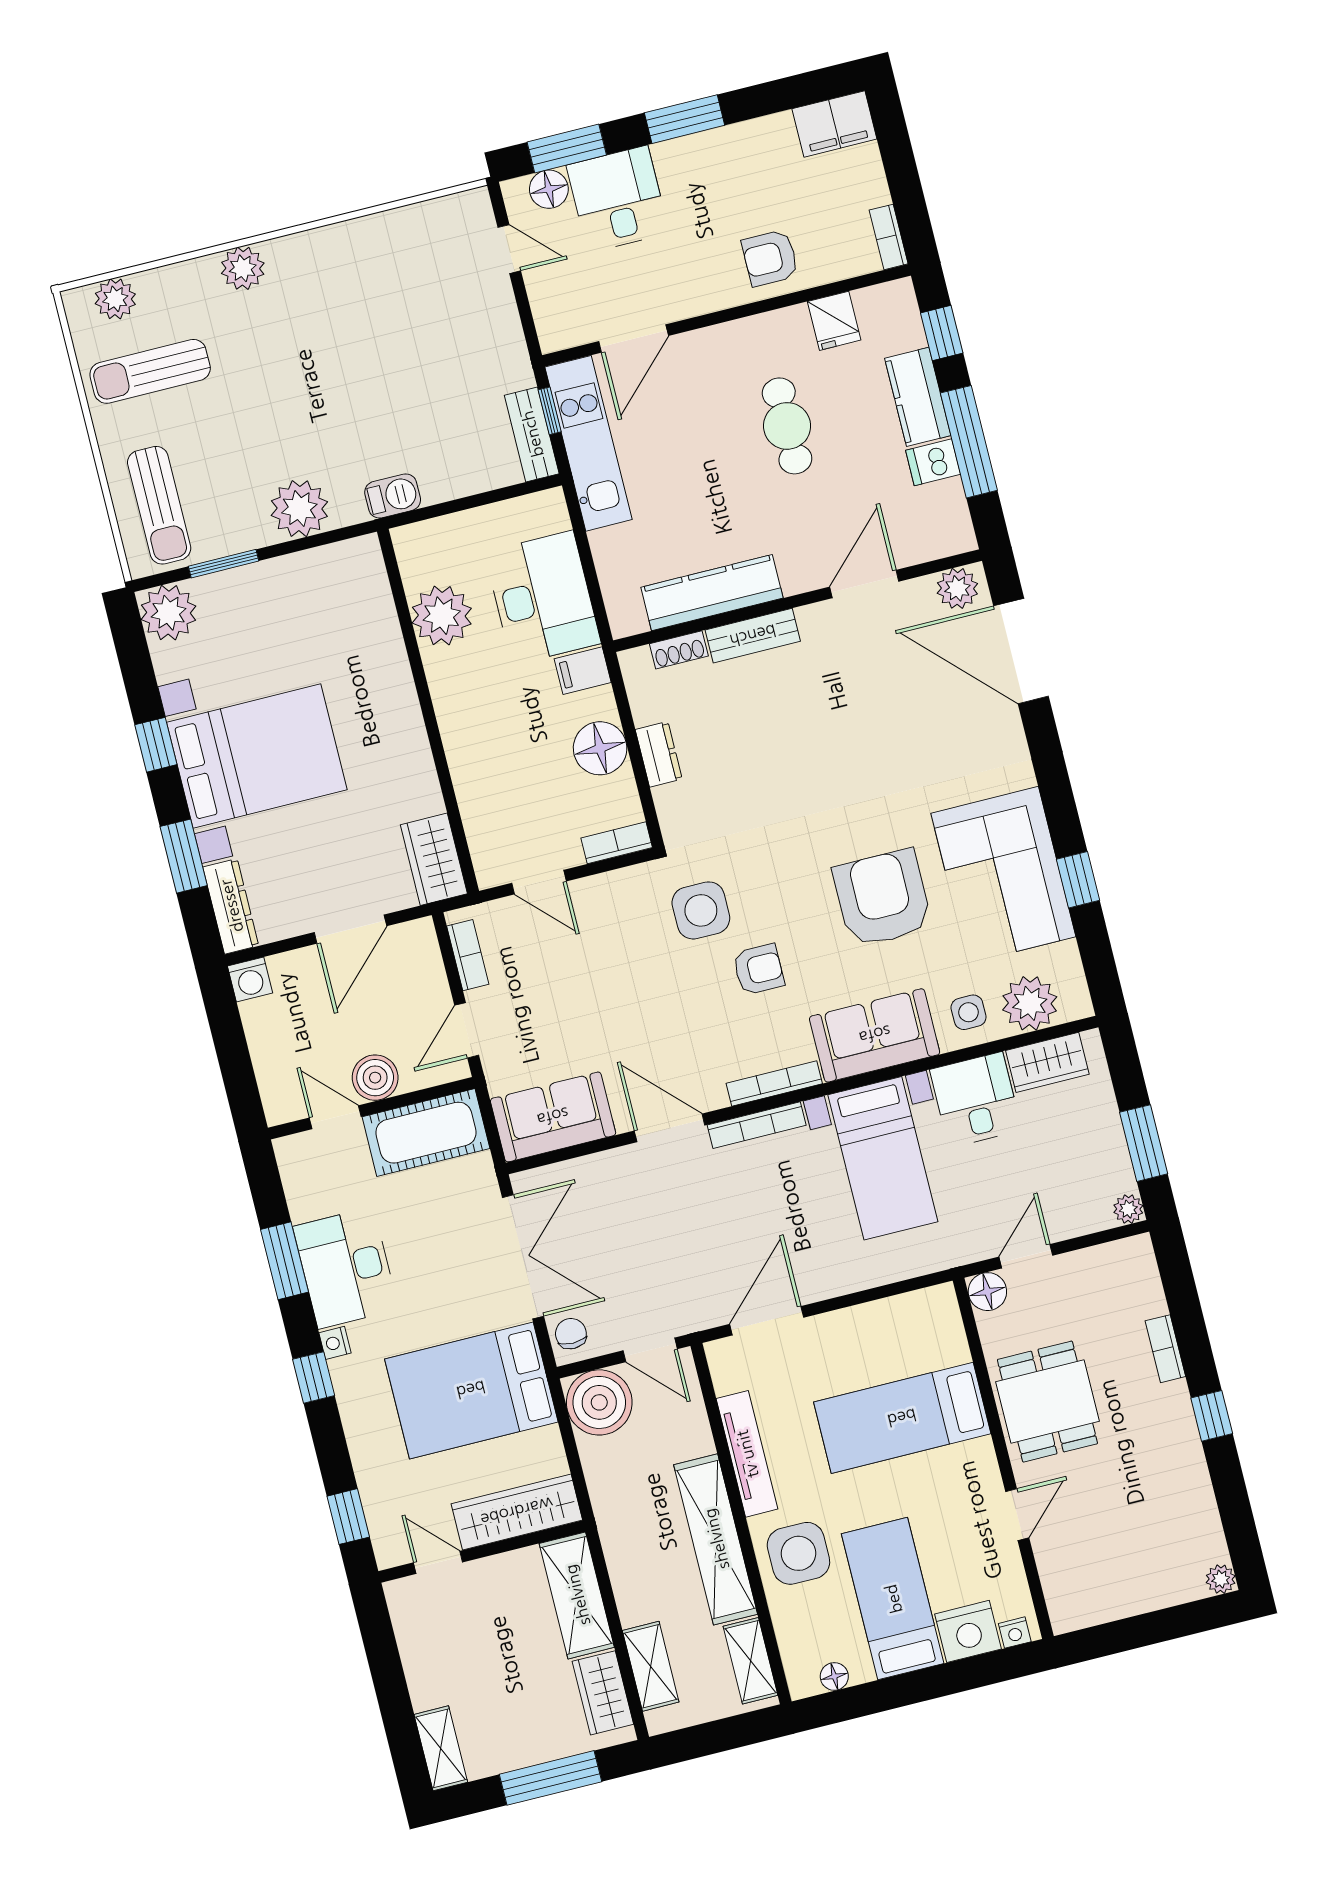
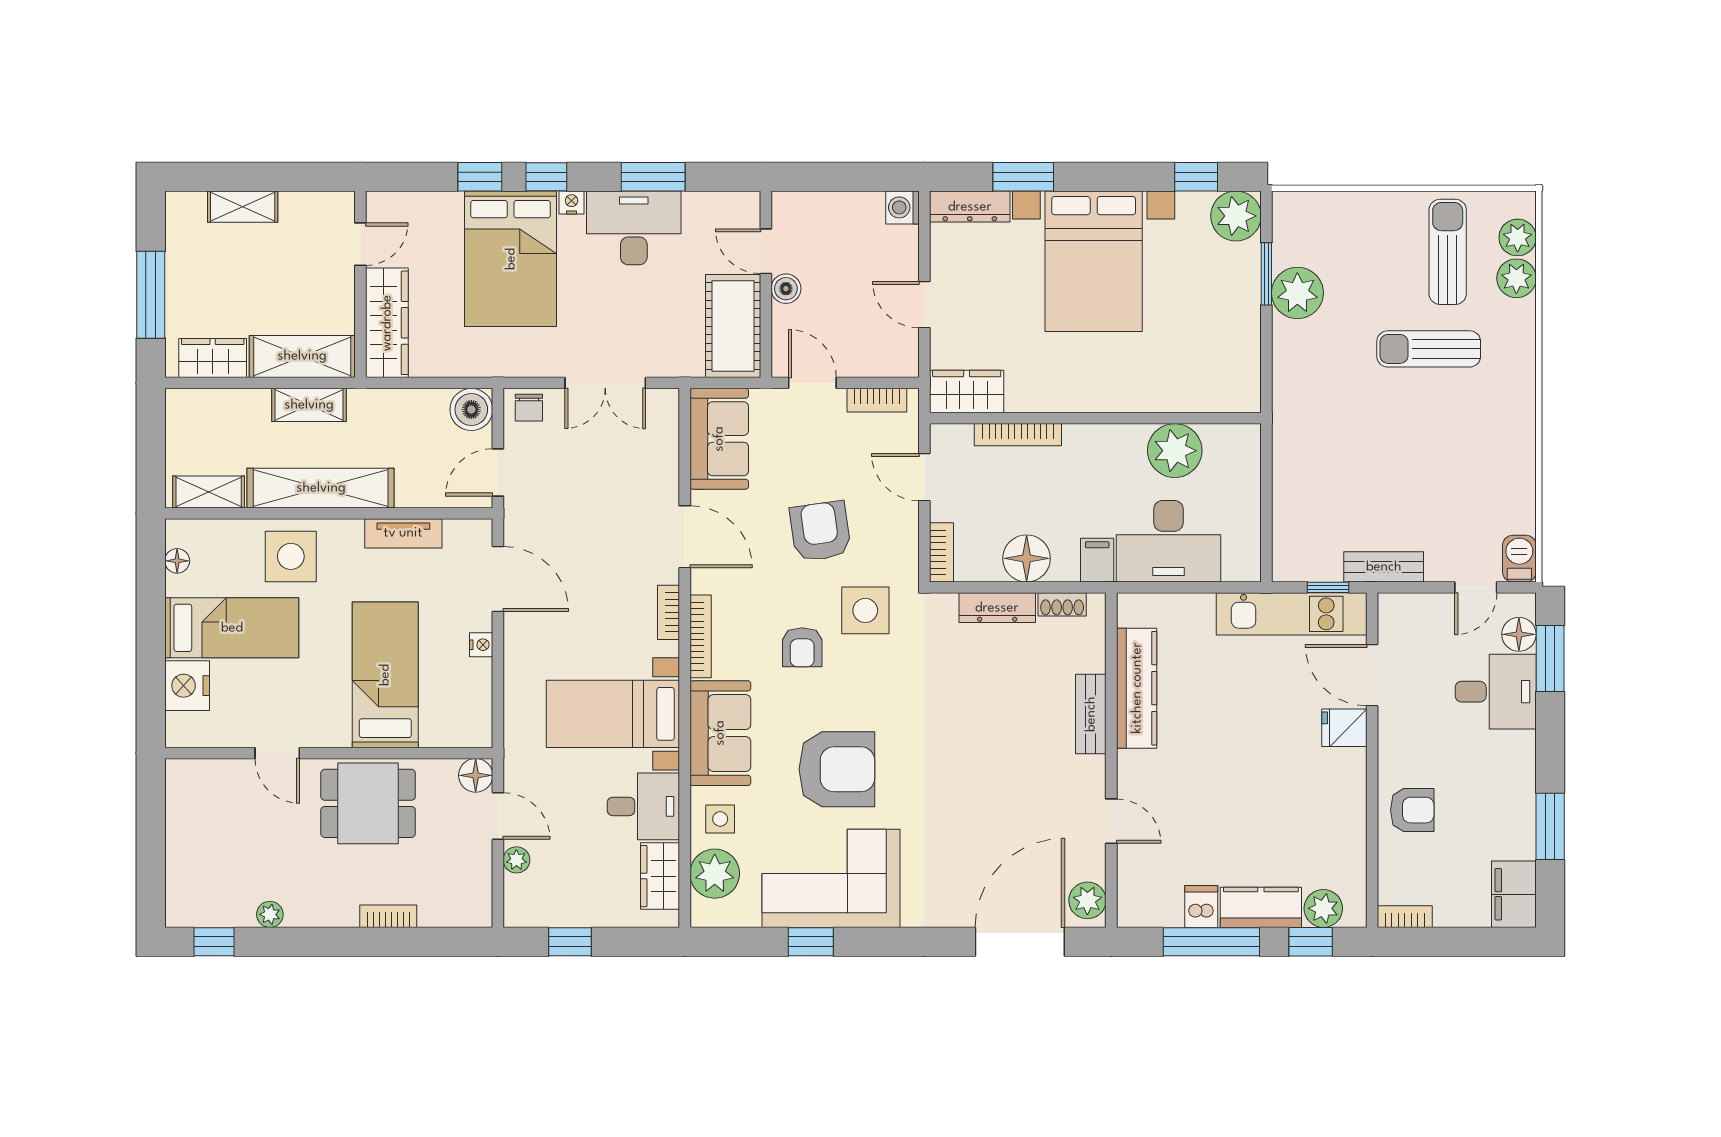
window: (685, 119) -> (1550, 826), moved
armchair: (770, 258) -> (1412, 810), turned 90
plant: (243, 268) -> (1516, 278), moved
fridge: (834, 321) -> (1344, 728), moved
plant: (902, 328) -> (1323, 908), added
cafe table: (787, 426) -> (1264, 789), removed
bench: (532, 434) -> (1384, 567), moved
barbecue: (393, 496) -> (1519, 559), moved, turned 180
sun lounger: (159, 505) -> (1429, 349), moved
plant: (299, 509) -> (1297, 293), moved
door: (864, 584) -> (1111, 821), width x0.73
shoe rack: (679, 650) -> (1062, 604), moved, turned -90
window: (156, 745) -> (1196, 177), moved
dresser: (659, 754) -> (997, 608), width x1.44
bookcase: (467, 791) -> (1018, 435), added
door: (539, 882) -> (924, 477), hinge flipped
door: (350, 929) -> (924, 305), width x0.73
armchair: (627, 981) -> (820, 531), added
boiler: (375, 1078) -> (786, 289), width x0.73, depth x0.73
door: (335, 1117) -> (766, 251), swing flipped
bookcase: (757, 1125) -> (669, 612), width x0.64
door: (670, 1128) -> (685, 537), hinge flipped
window: (1144, 1143) -> (570, 942), width x0.67
plant: (1128, 1209) -> (516, 860), moved
double door: (523, 1257) -> (605, 383), width x0.73
chair: (571, 1334) -> (529, 408), turned 90
bed: (471, 1390) -> (511, 259), moved, turned 180
boiler: (599, 1402) -> (471, 409), width x0.73, depth x0.73
window: (1212, 1416) -> (214, 942), moved
tv unit: (747, 1454) -> (403, 533), width x0.71
window: (348, 1517) -> (480, 177), moved
plant: (1221, 1579) -> (270, 914), moved
nightstand: (1015, 1633) -> (481, 645), moved, turned 180
shelving: (651, 1666) -> (309, 405), moved
shelving: (441, 1748) -> (243, 207), moved

